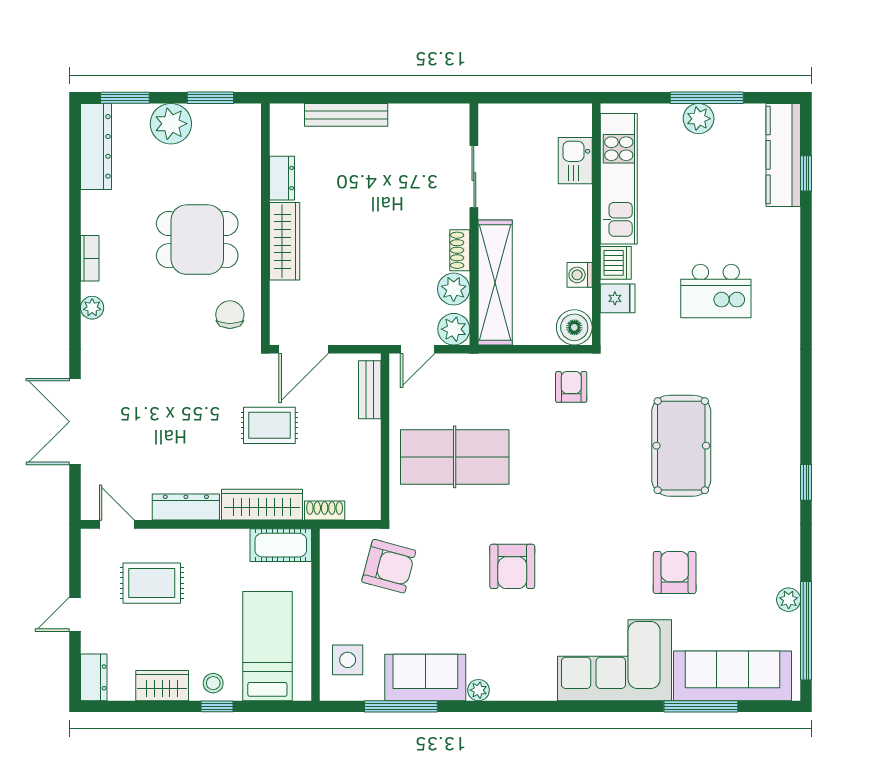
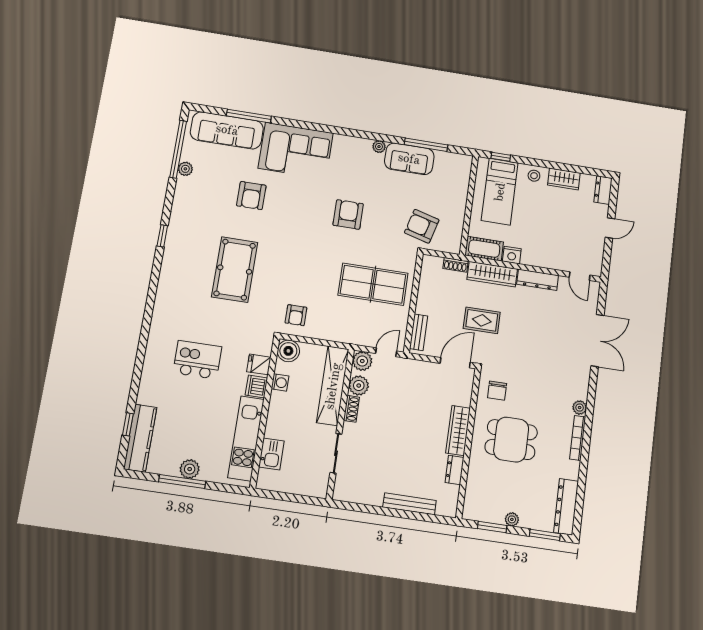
plant: (171, 124) -> (512, 519), width x0.53, depth x0.53
bookcase: (90, 258) -> (578, 438), width x1.56
nightstand: (234, 542) -> (512, 255), added
rug: (152, 583) -> (563, 239), removed
side table: (348, 660) -> (454, 176), removed
window: (217, 706) -> (501, 157), moved

